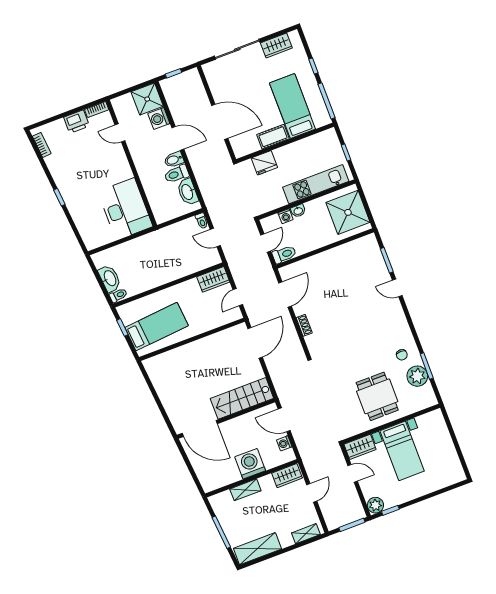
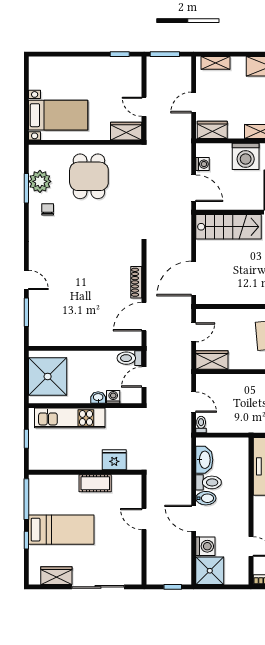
bed: (292, 106) -> (61, 530), moved, turned -90
door: (220, 122) -> (144, 519), width x0.53
shoe rack: (304, 325) -> (136, 282), width x1.43
bed with nightstands: (402, 451) -> (58, 115), moved, turned 90
plant: (375, 505) -> (133, 65), removed

